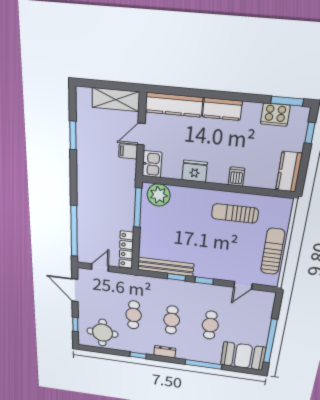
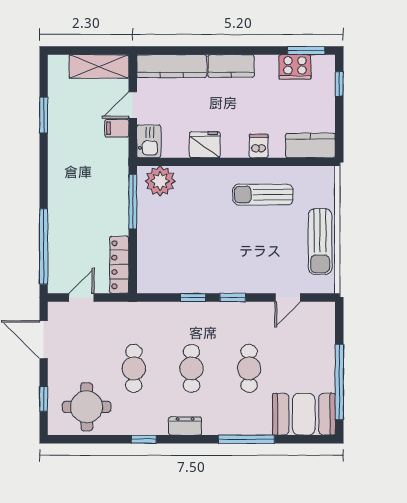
kitchen counter: (289, 172) -> (310, 145), moved, turned 90
sun lounger: (273, 251) -> (320, 242), turned 180
bench: (166, 267) -> (176, 284), removed

